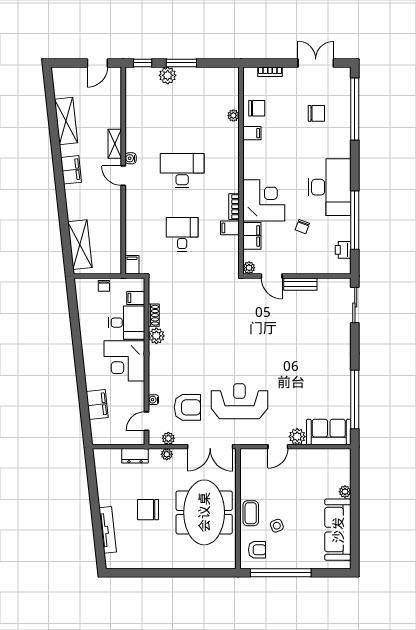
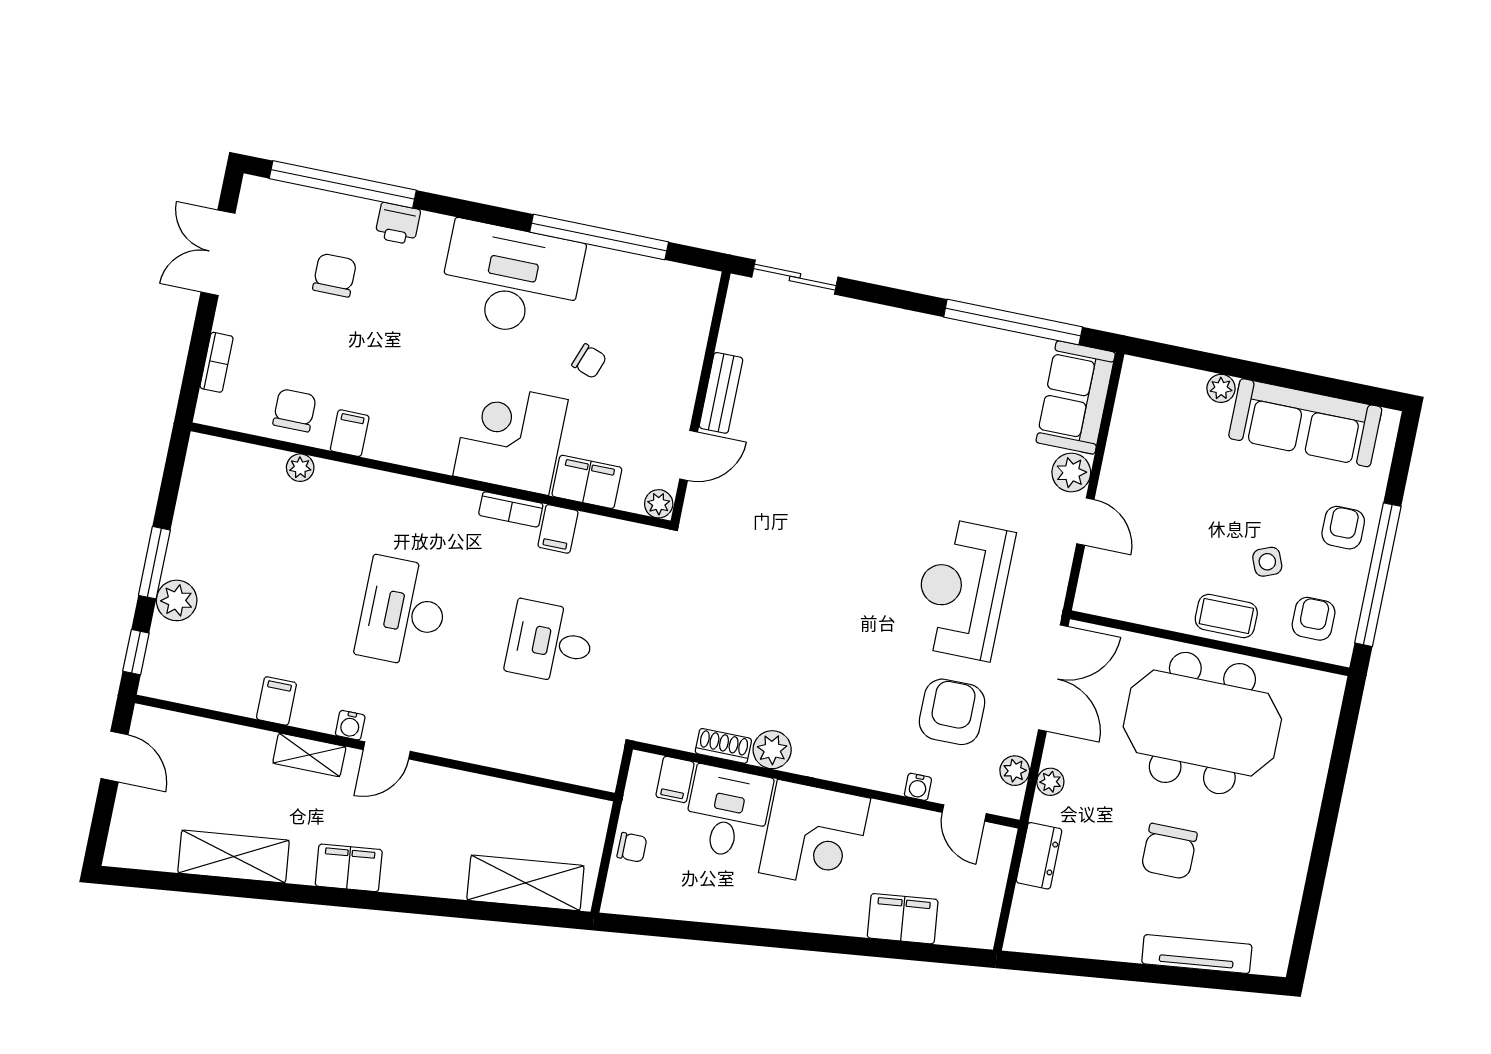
printer: (343, 250) -> (398, 224), moved
filing cabinet: (132, 265) -> (276, 701), moved, turned 90
armchair: (297, 554) -> (1343, 528), added

